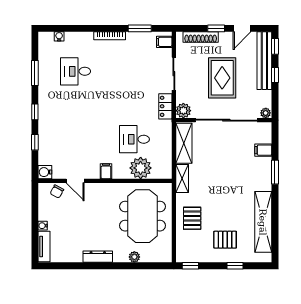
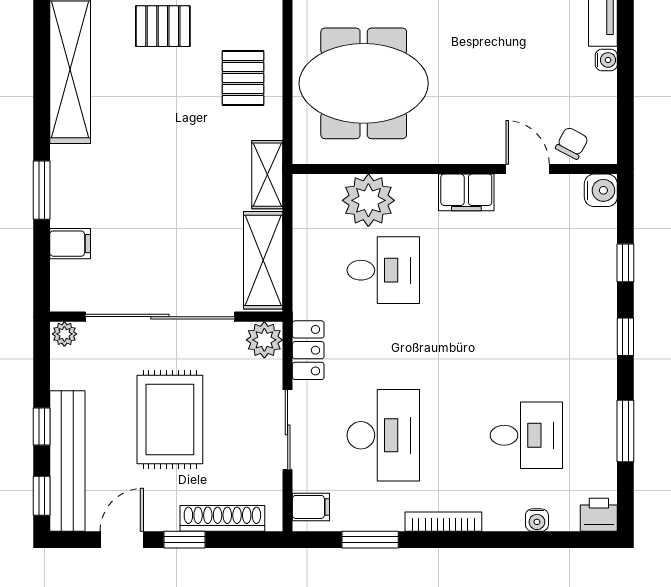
water cooler: (59, 36) -> (537, 520), moved
printer: (46, 39) -> (599, 515), added
desk: (134, 71) -> (383, 435), added
filing cabinet: (106, 171) -> (466, 192), width x2.00
meeting table: (143, 216) -> (364, 83), turned 90

